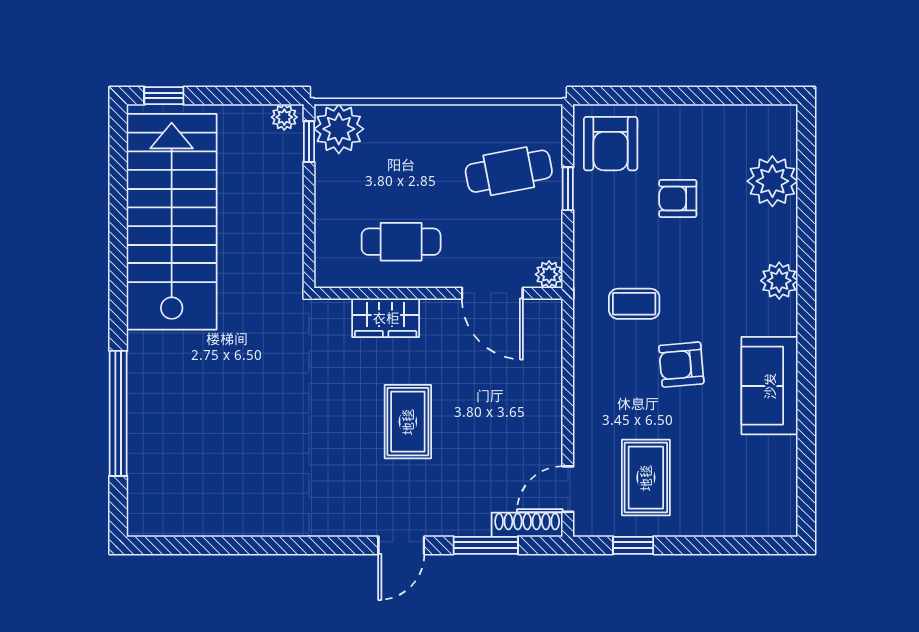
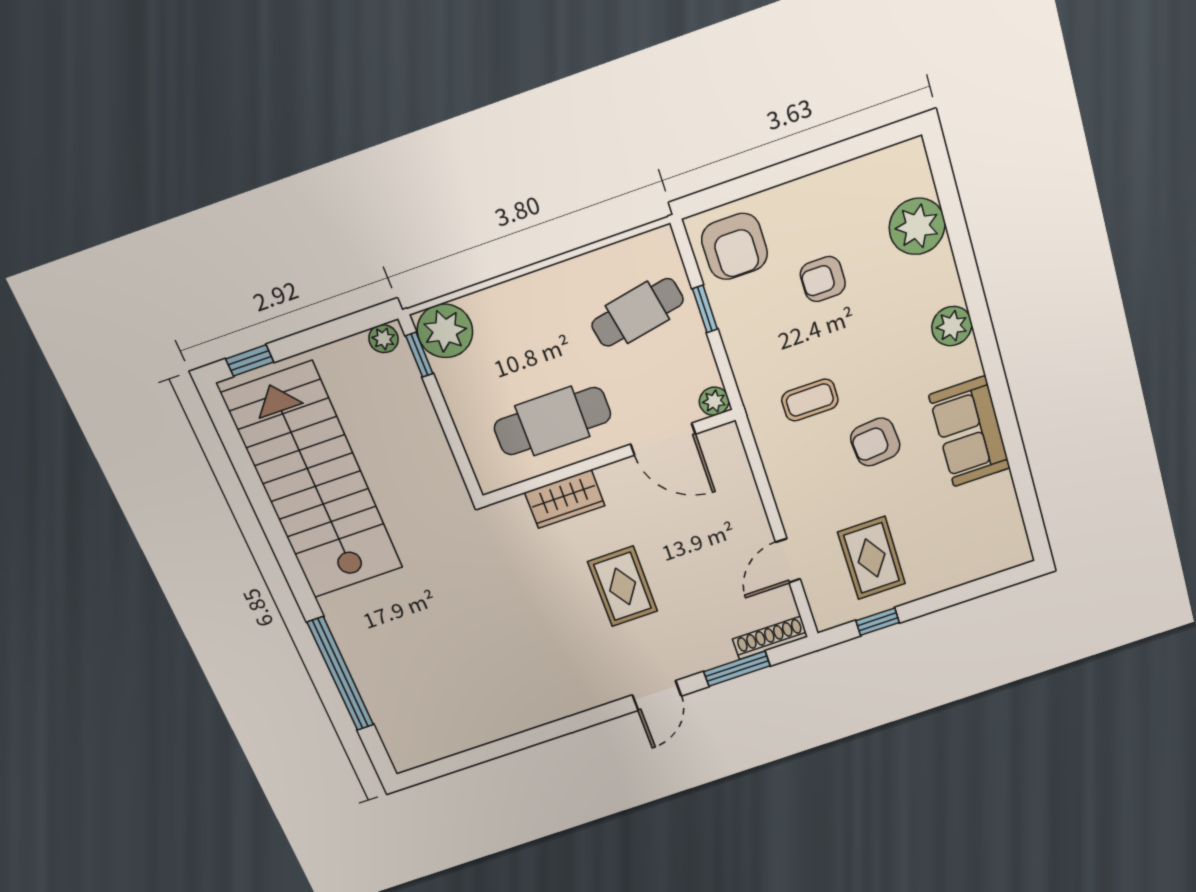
cafe table: (401, 242) -> (552, 421), width x1.37, depth x1.35
door: (568, 489) -> (788, 561), moved

